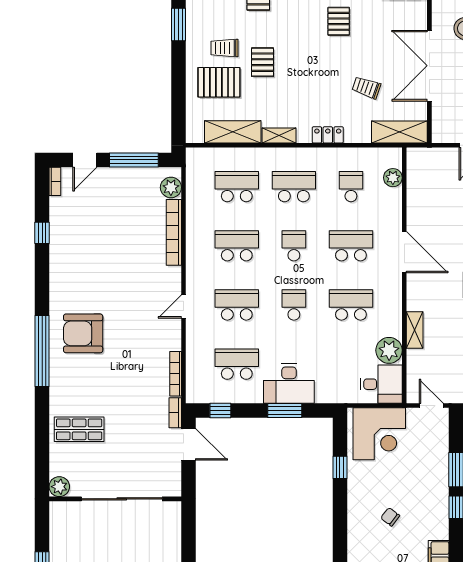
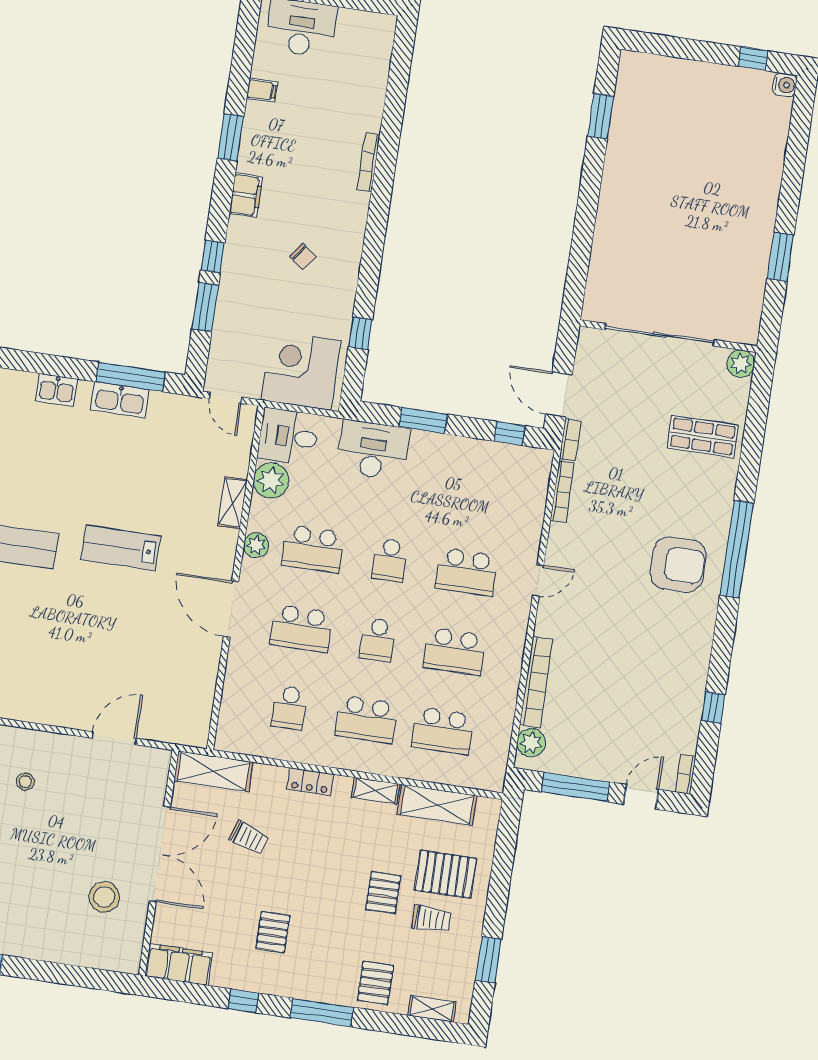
plant: (393, 178) -> (256, 545), moved
school desk: (237, 364) -> (478, 492), removed
desk: (289, 384) -> (373, 450), moved

